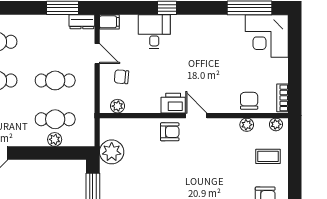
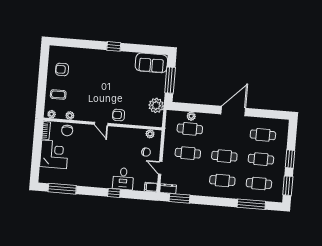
corner desk: (267, 36) -> (54, 154), moved
printer: (173, 103) -> (115, 133), removed

